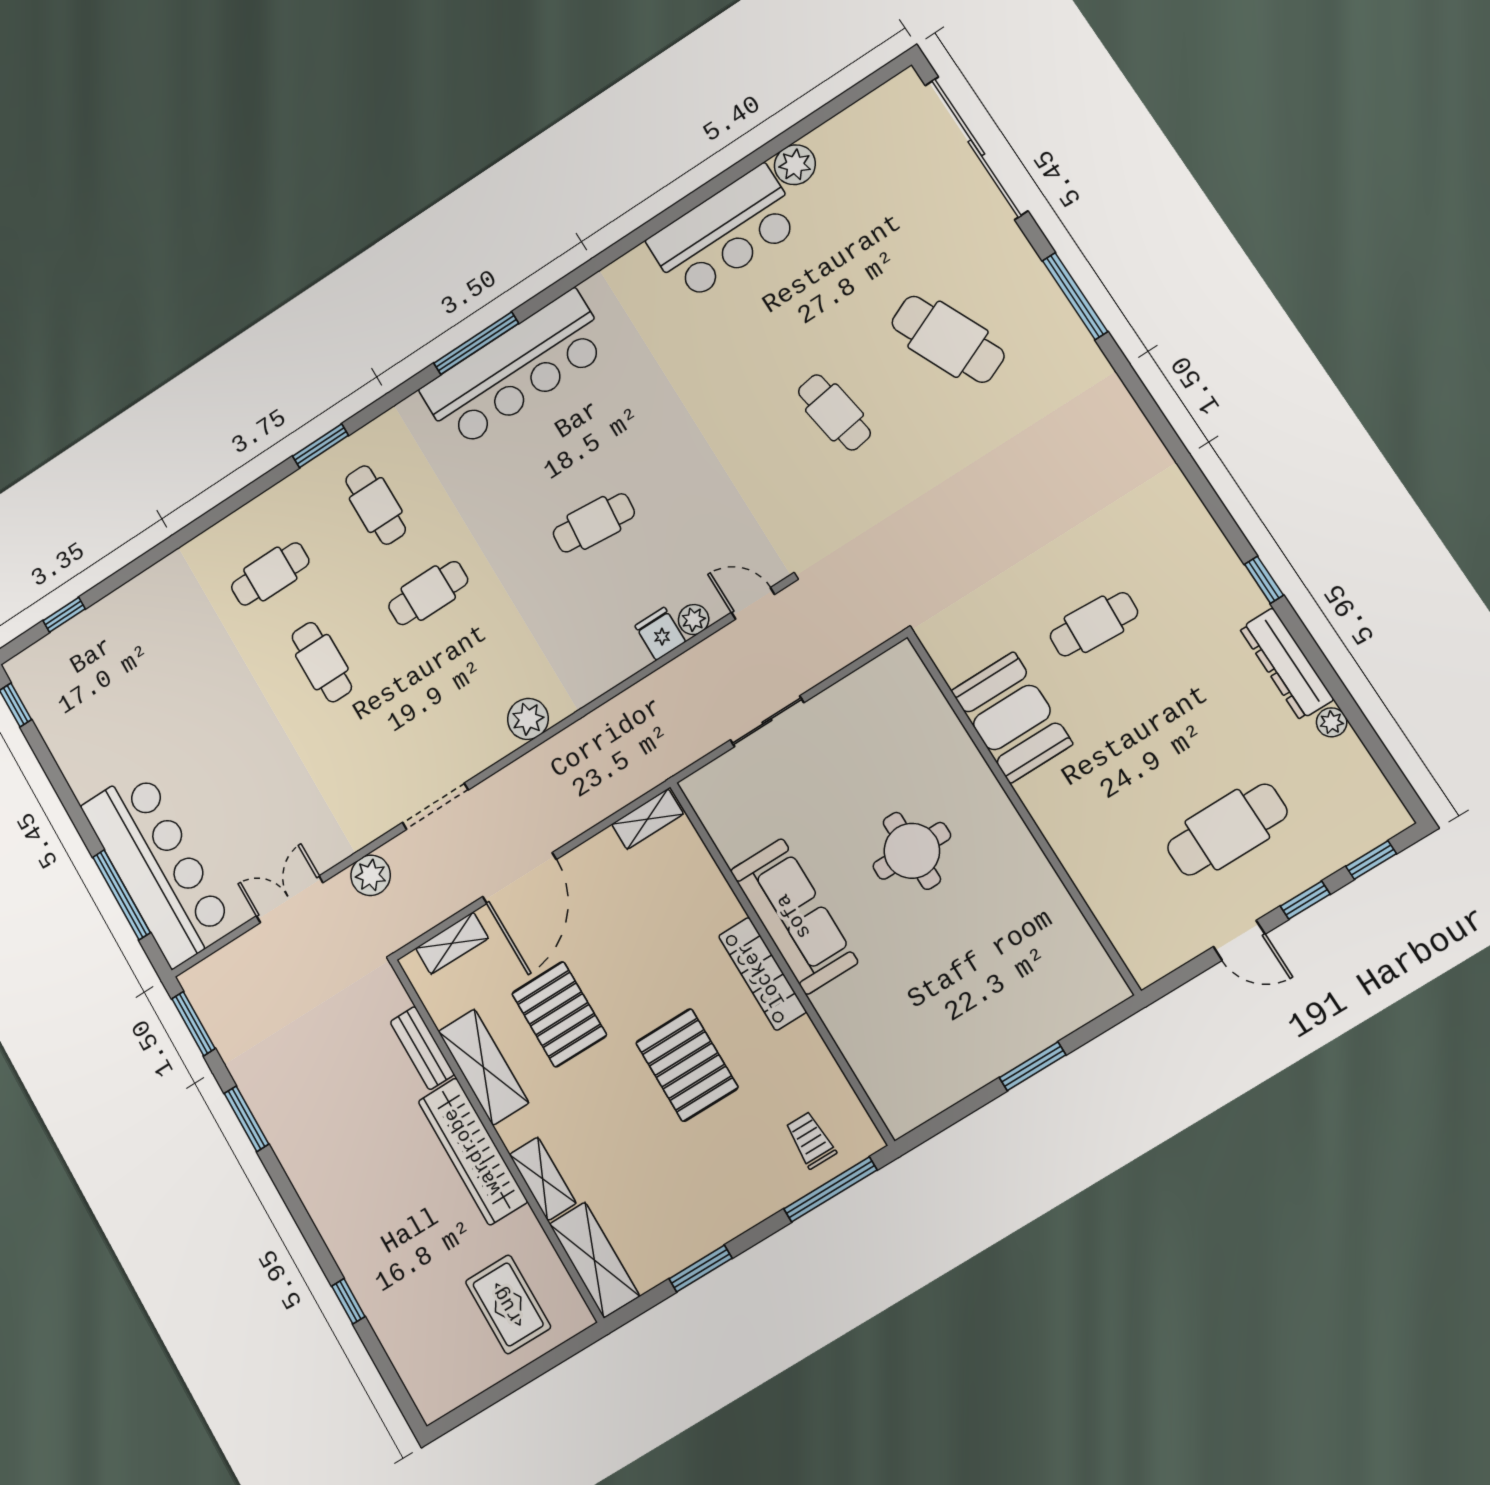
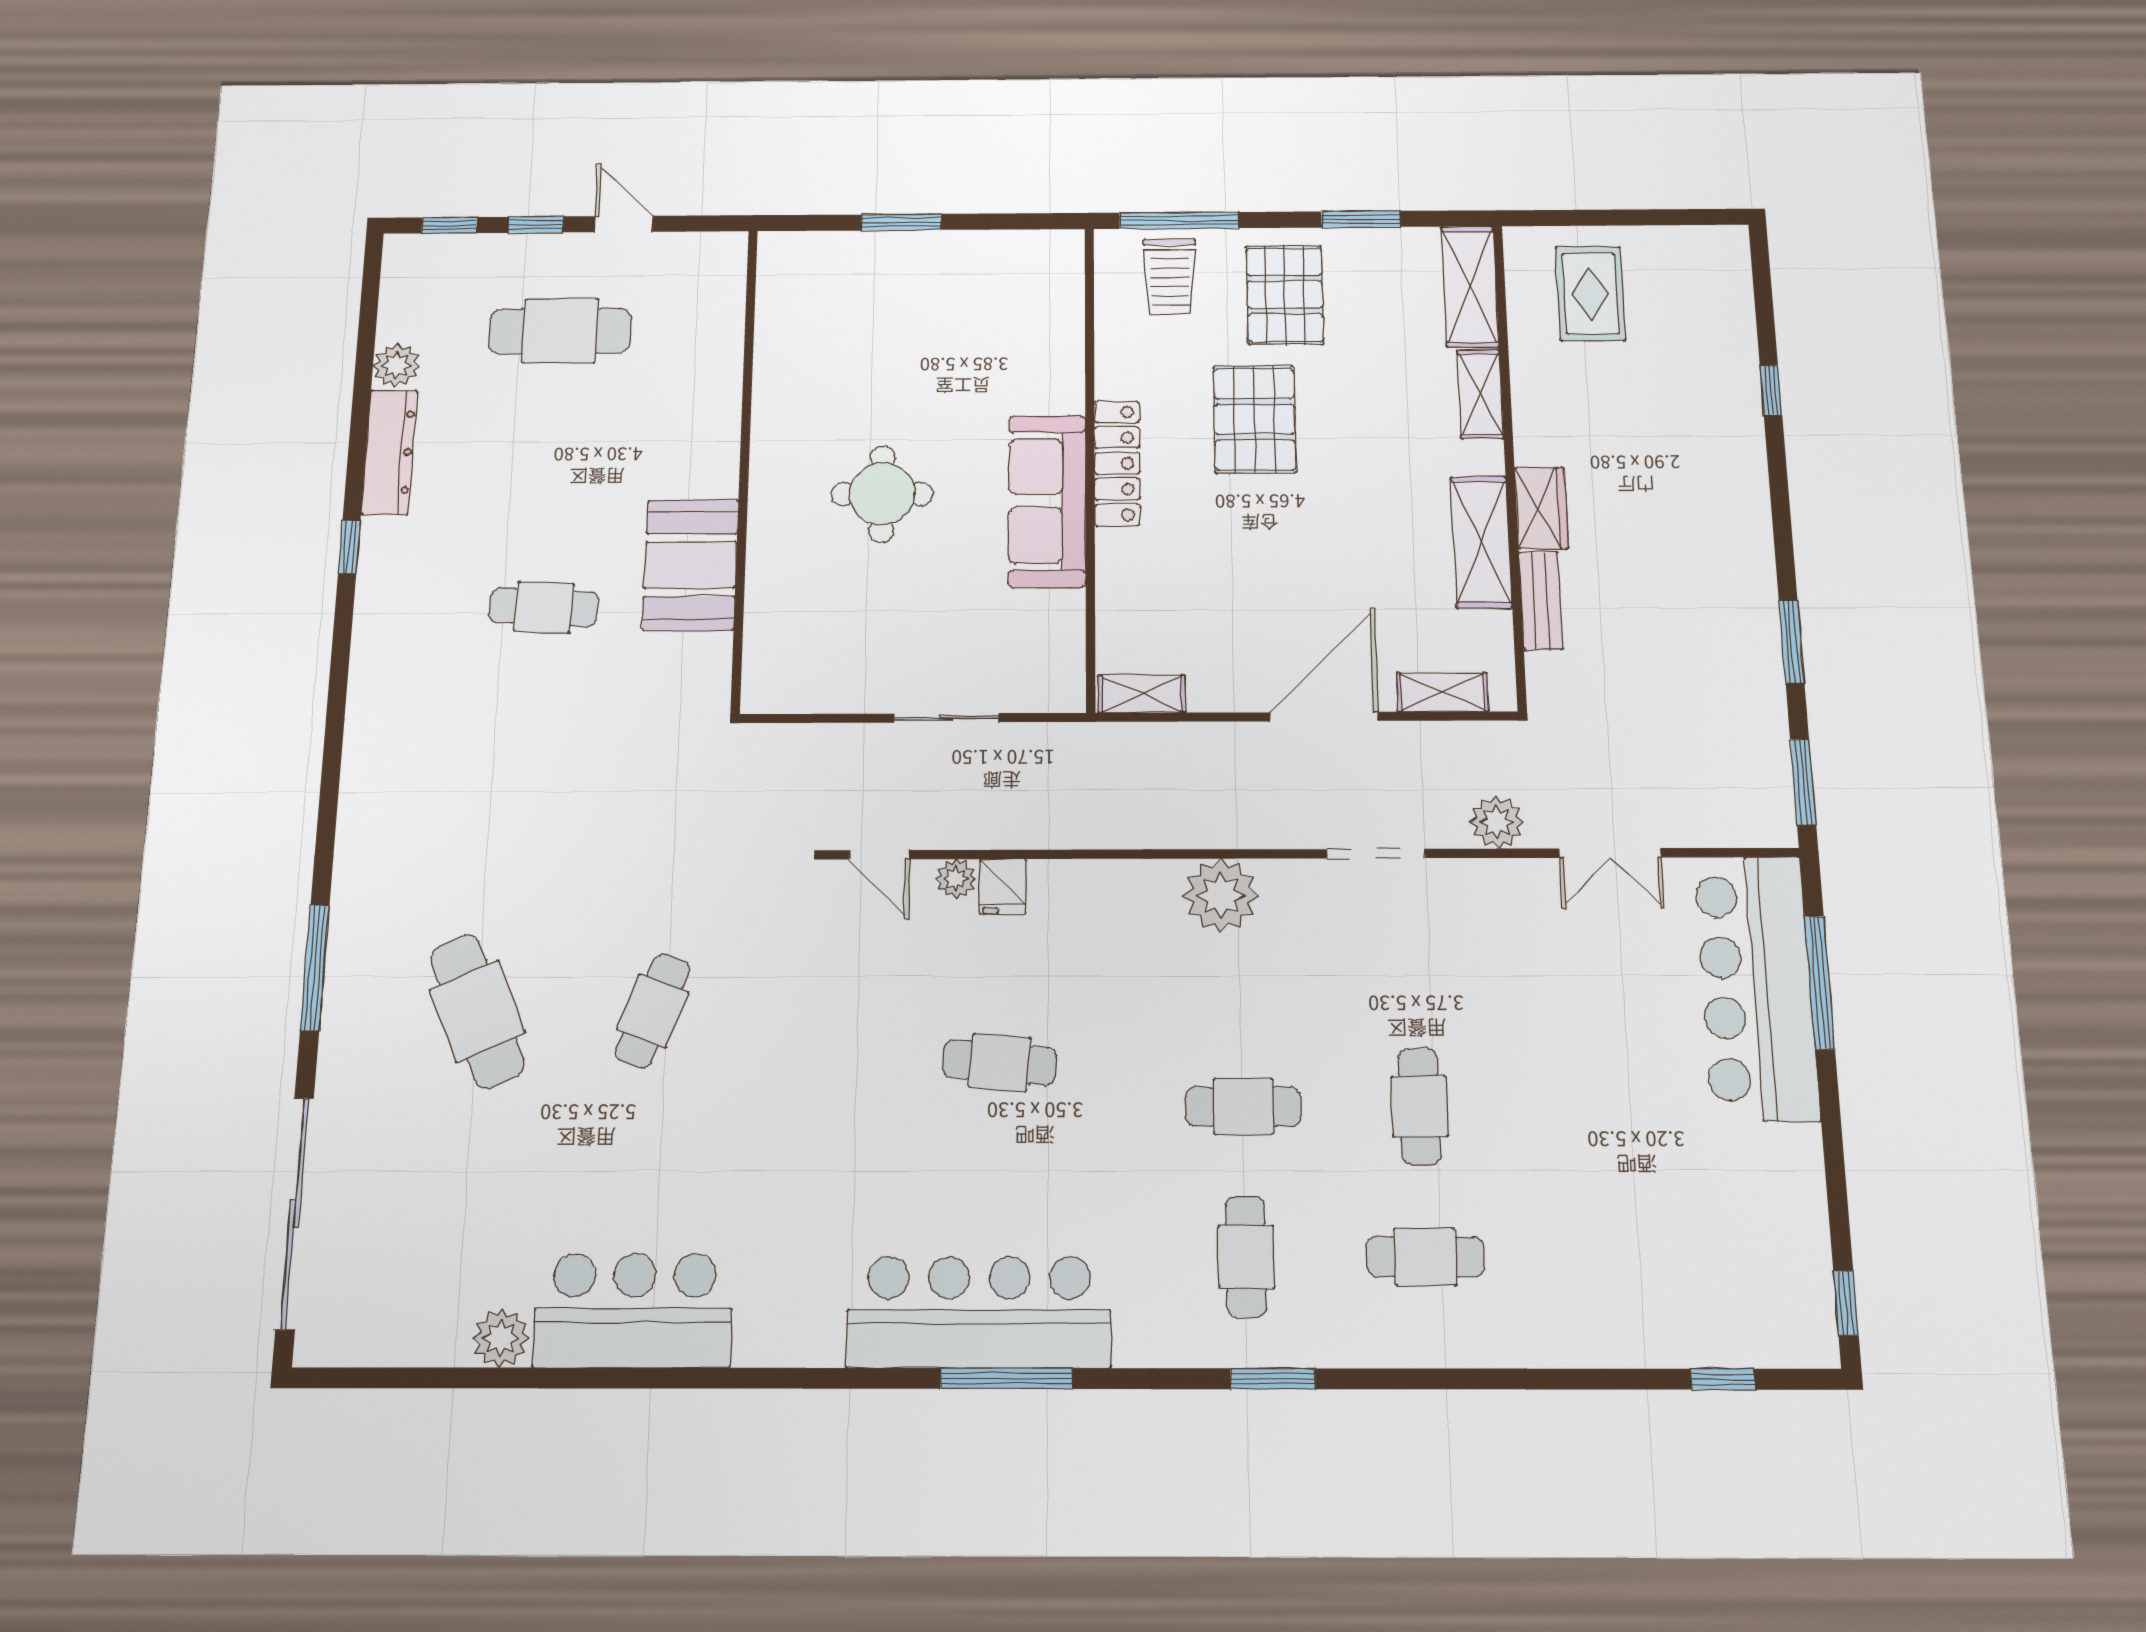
cafe table: (834, 412) -> (653, 1011), turned 30
plant: (528, 719) -> (1221, 895), width x1.36, depth x1.36
plant: (1332, 722) -> (396, 365), width x1.38, depth x1.38
pallet: (559, 1014) -> (1285, 295), moved
trolley: (811, 1140) -> (1170, 277), width x1.36, depth x1.39
wardrobe: (473, 1151) -> (1541, 508), width x0.48, depth x0.85

